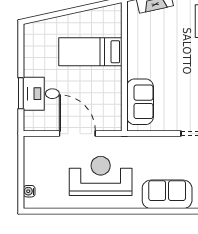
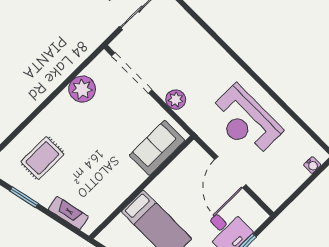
plant: (159, 145) -> (176, 100), added
sofa: (167, 194) -> (208, 55), removed

